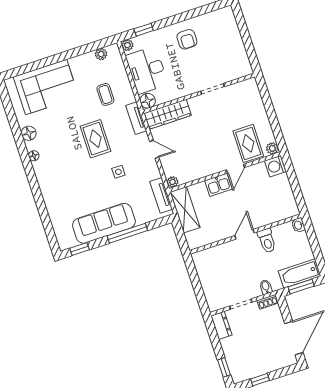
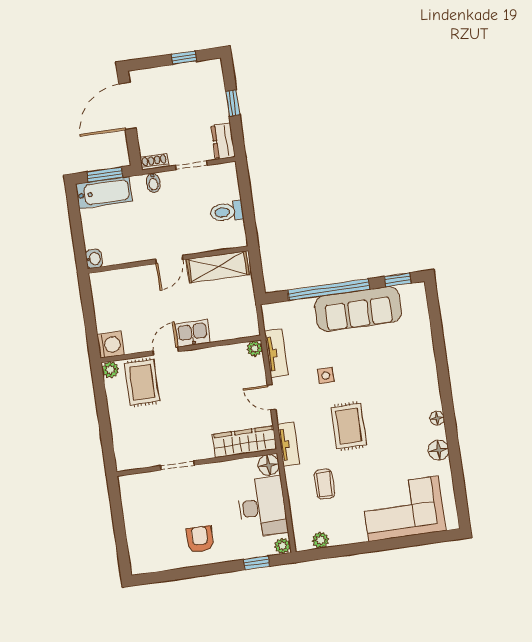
tv unit: (161, 195) -> (276, 353), moved
shelving: (185, 210) -> (218, 267), moved, turned 90
window: (127, 233) -> (329, 290), width x1.46
toilet: (267, 241) -> (227, 212), moved, turned -90
window: (224, 367) -> (233, 103), moved

